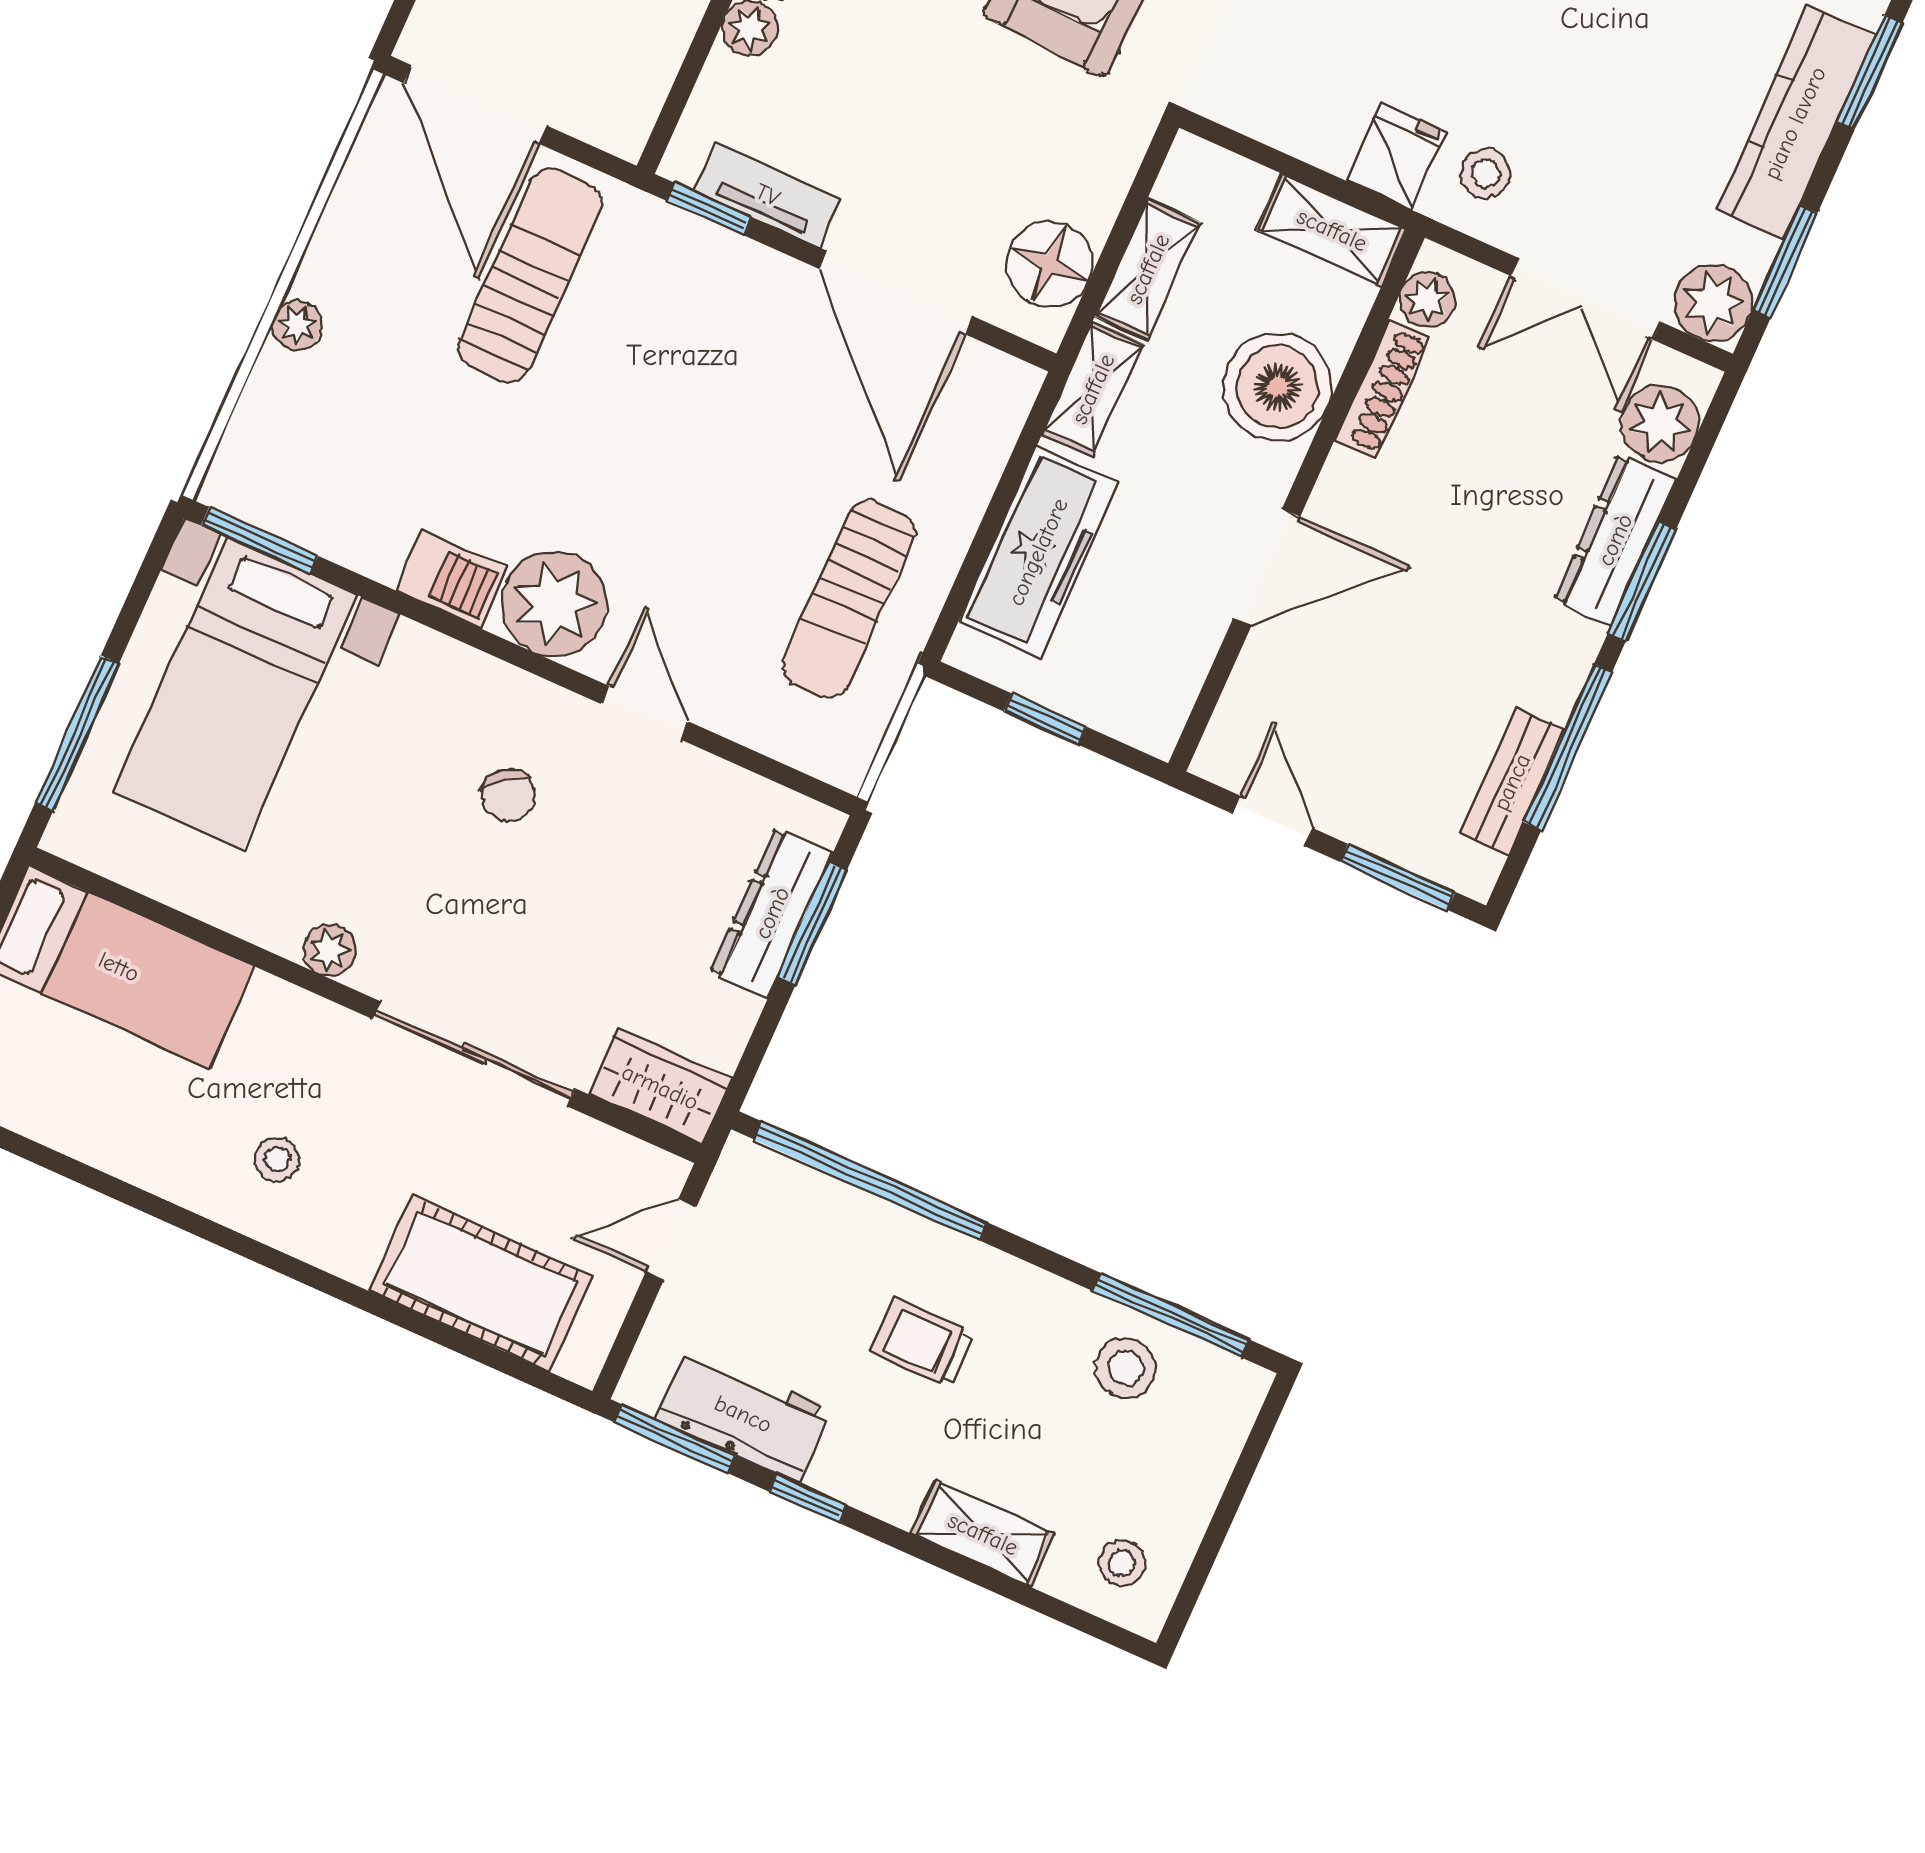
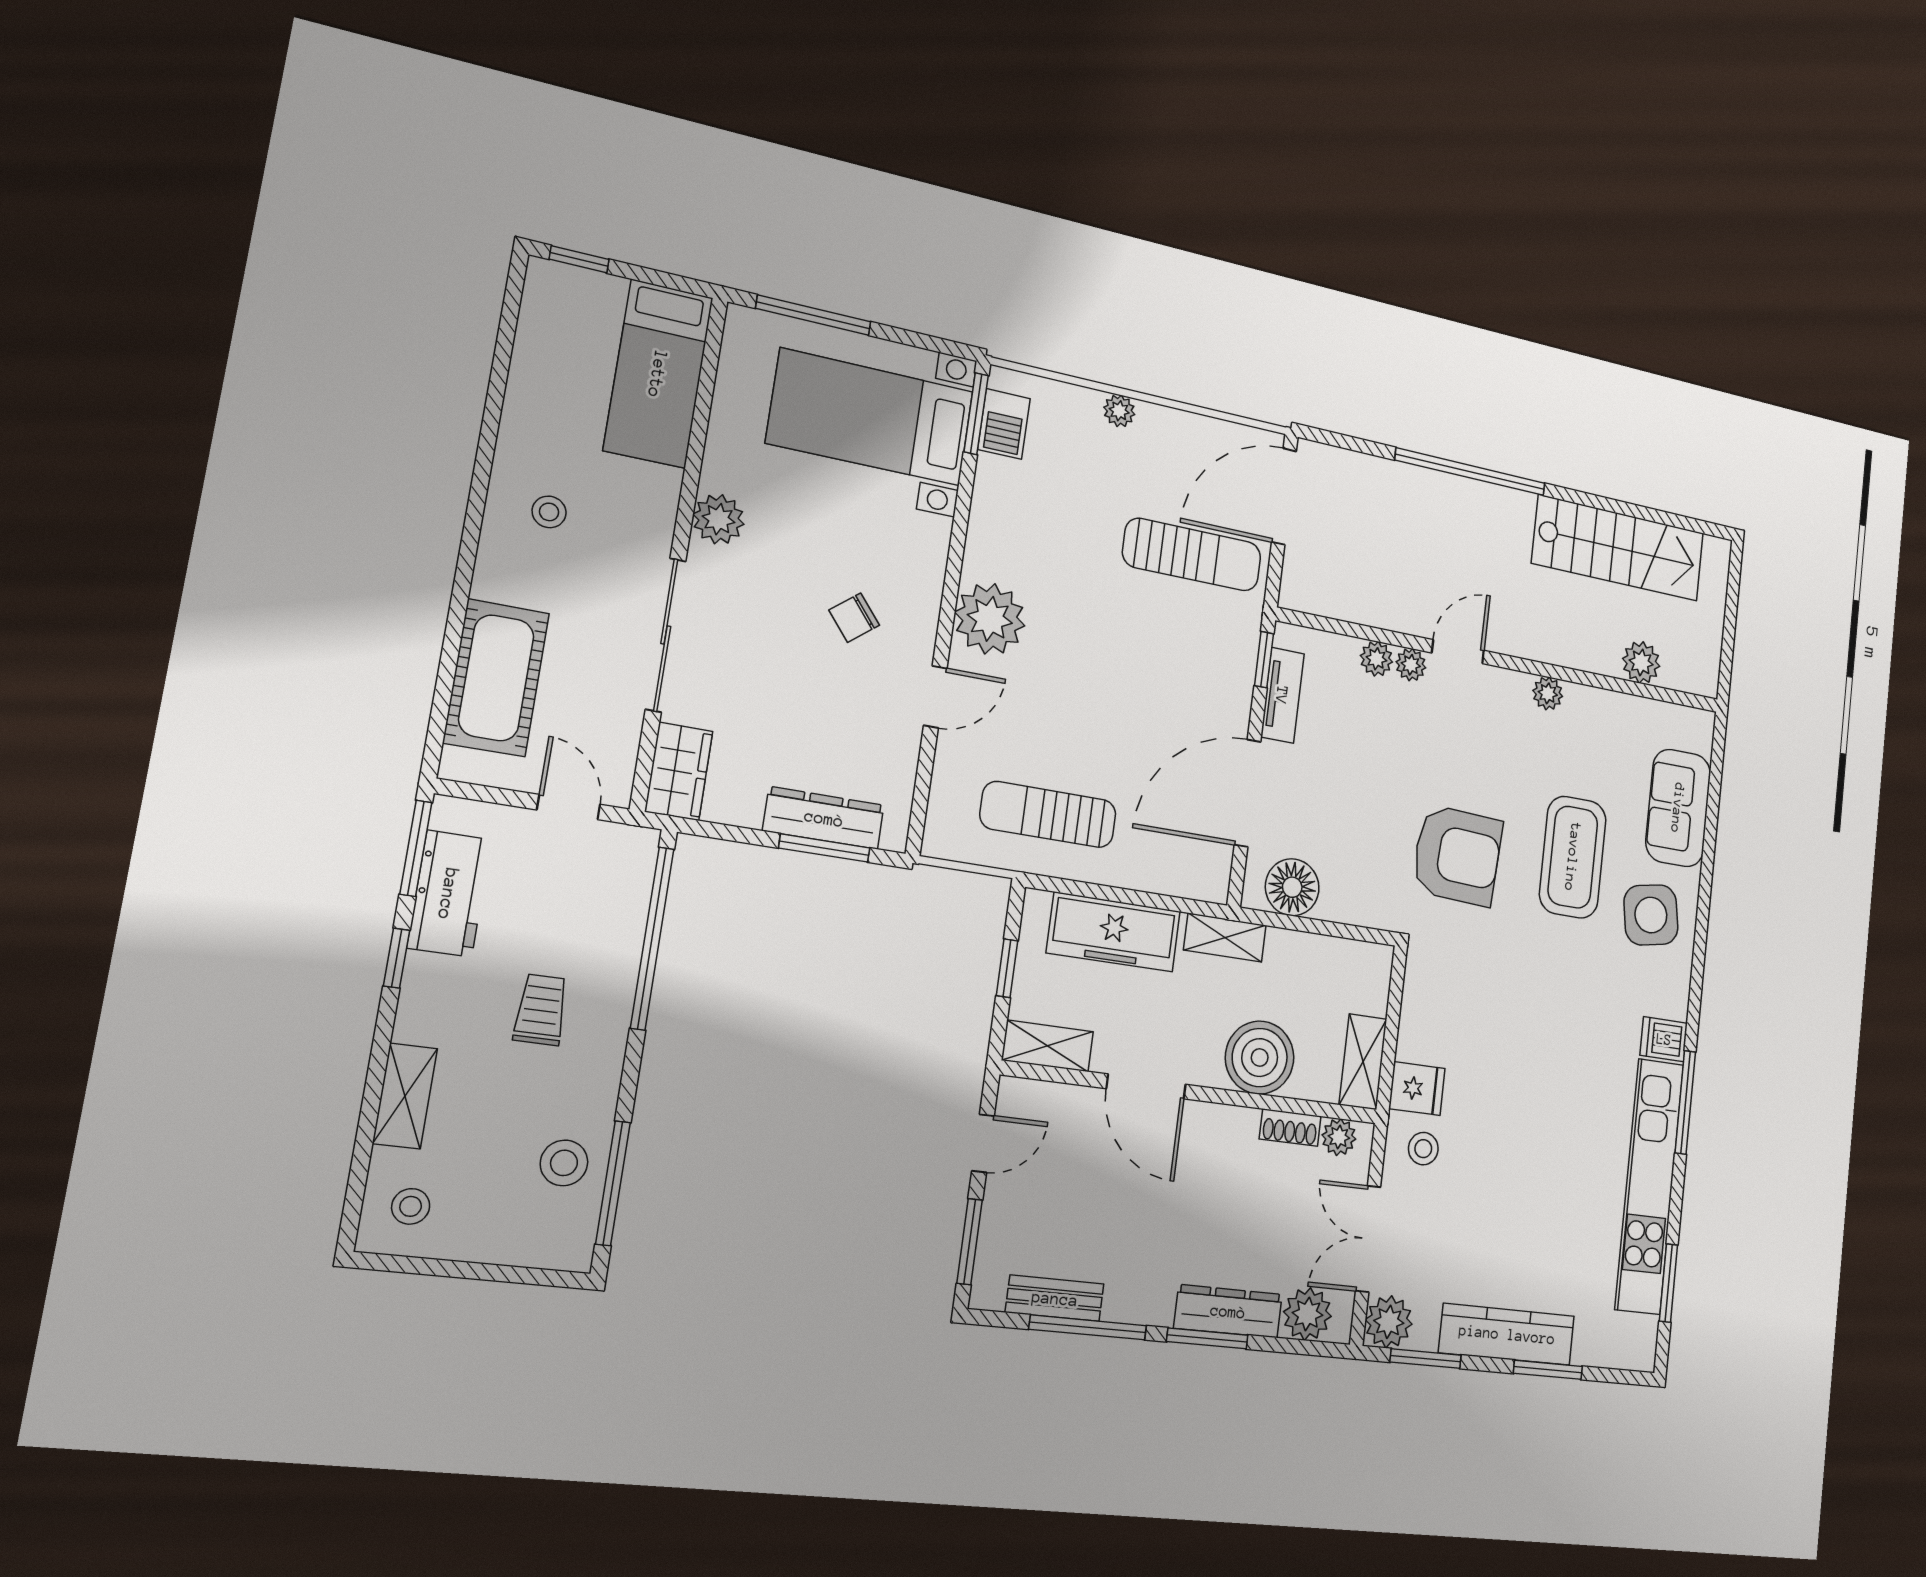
shelving: (1148, 269) -> (1048, 1046), moved
shoe rack: (1382, 389) -> (1290, 1128), width x0.70
barbecue: (451, 579) -> (1004, 424), moved
plant: (330, 950) -> (719, 519), width x1.38, depth x1.38

